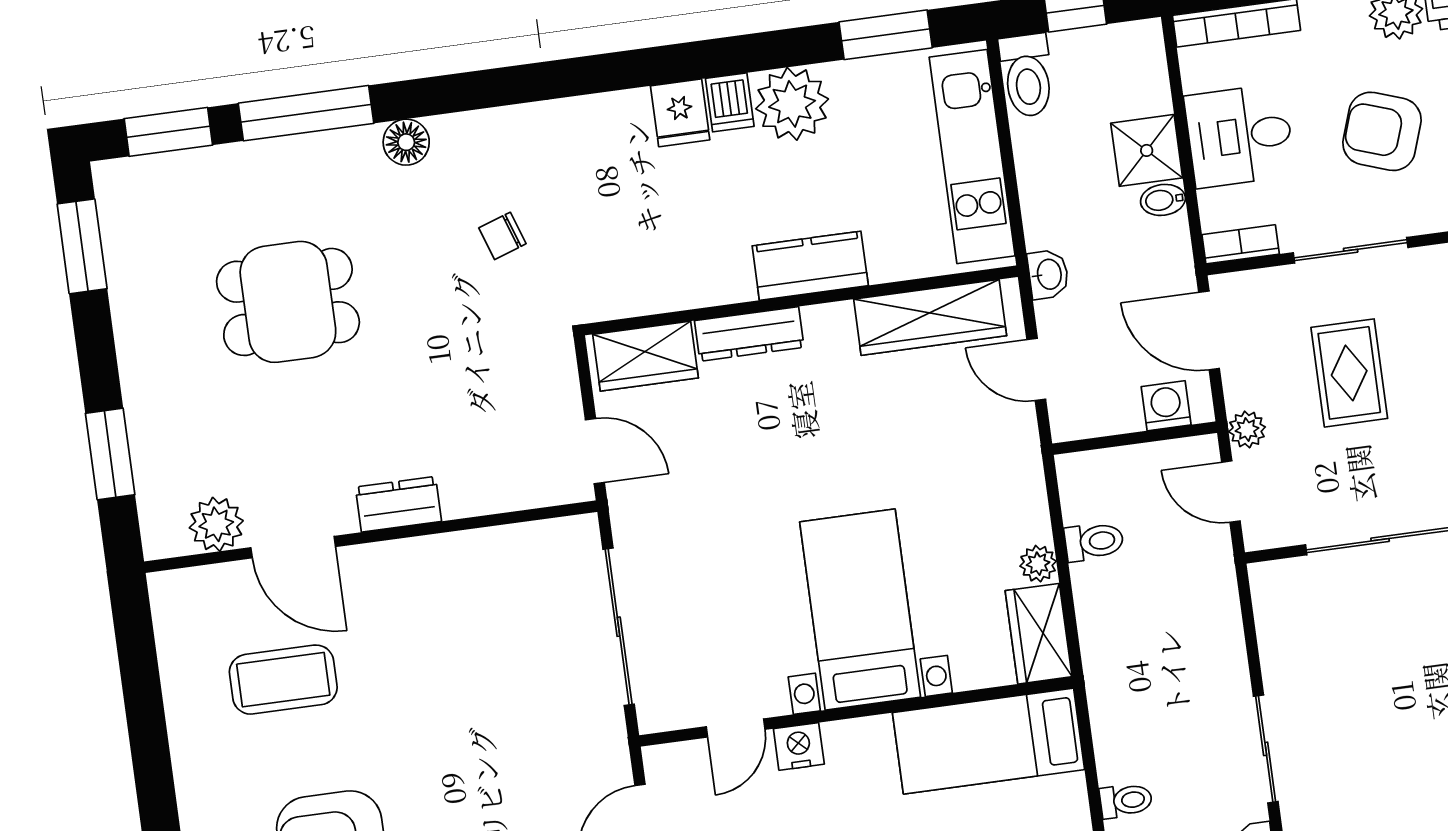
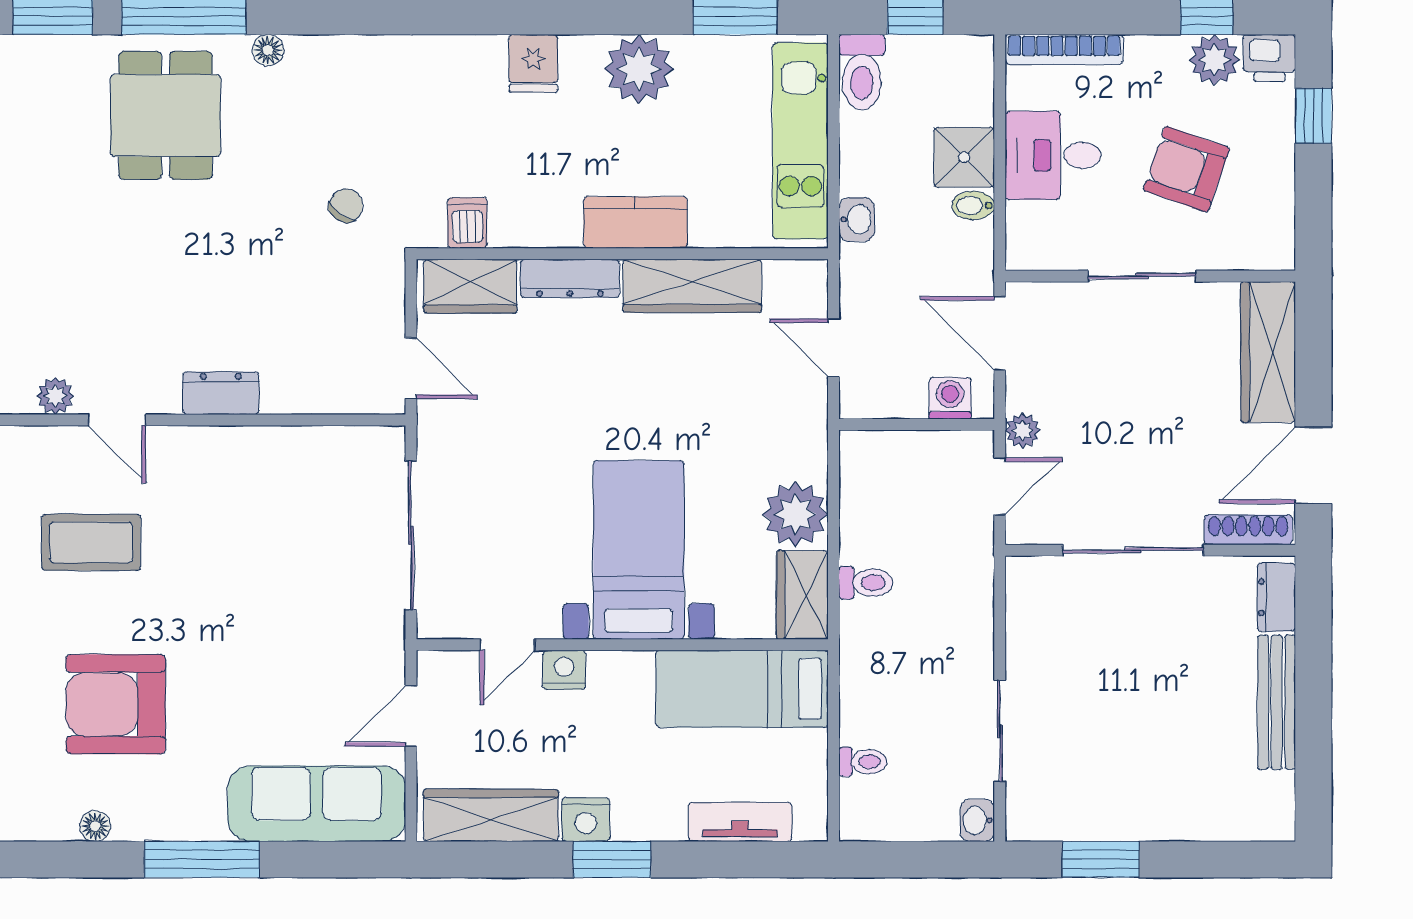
dishwasher: (730, 102) -> (467, 223), moved, turned 180
floor lamp: (406, 142) -> (268, 50), width x0.73, depth x0.73
chair: (502, 236) -> (346, 205), moved, turned 145
bookcase: (1241, 244) -> (1040, 257), removed
washbasin: (1048, 274) -> (857, 219), moved
dining table: (288, 302) -> (166, 115), moved, turned 90
wardrobe: (930, 317) -> (692, 286), moved
rug: (1349, 373) -> (1125, 391), removed
door: (1231, 492) -> (1000, 486), swing flipped
plant: (216, 524) -> (55, 396), width x0.73, depth x0.73
toilet: (1094, 542) -> (866, 583), moved
door: (293, 547) -> (117, 420), width x0.73
plant: (1038, 564) -> (795, 514), width x1.88, depth x1.88

